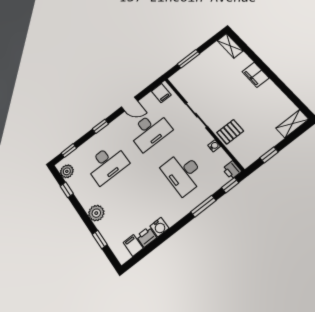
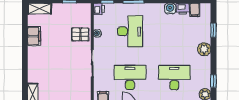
filing cabinet: (255, 75) -> (34, 36), moved

